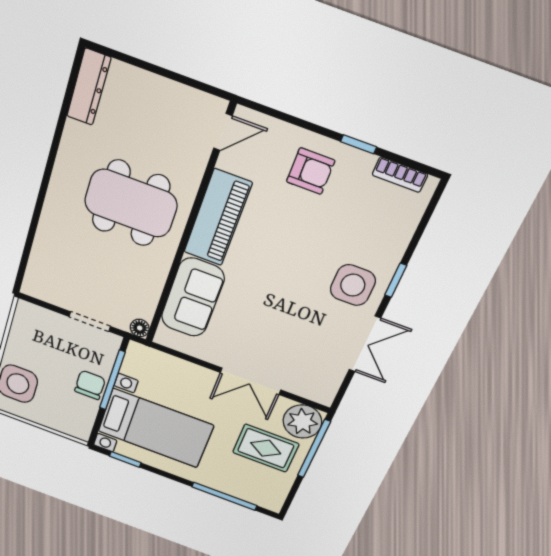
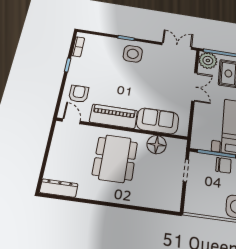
armchair: (311, 171) -> (79, 94), moved
floor lamp: (140, 328) -> (157, 145), moved, width x1.89, depth x1.89
double door: (365, 344) -> (177, 46), moved
chair: (90, 385) -> (224, 165), turned 180

